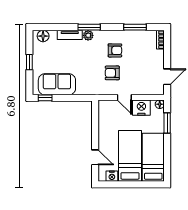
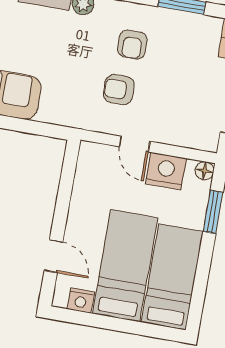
armchair: (115, 50) -> (132, 44), turned 90

